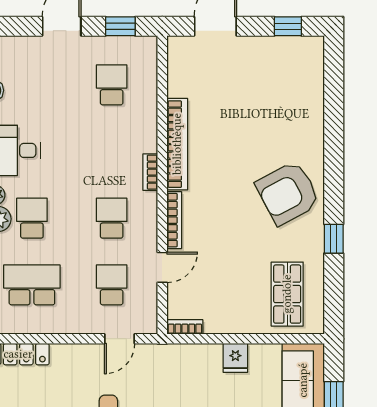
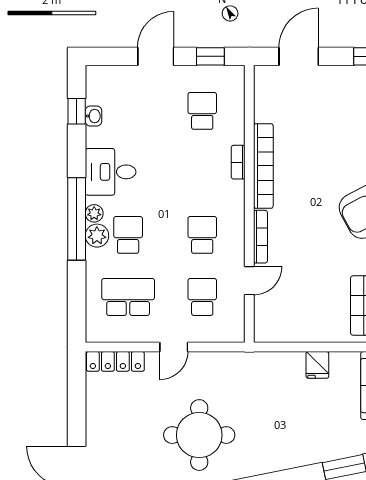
bookcase: (150, 172) -> (238, 162), moved
bookcase: (185, 327) -> (270, 336), removed
door: (120, 339) -> (174, 347), moved

